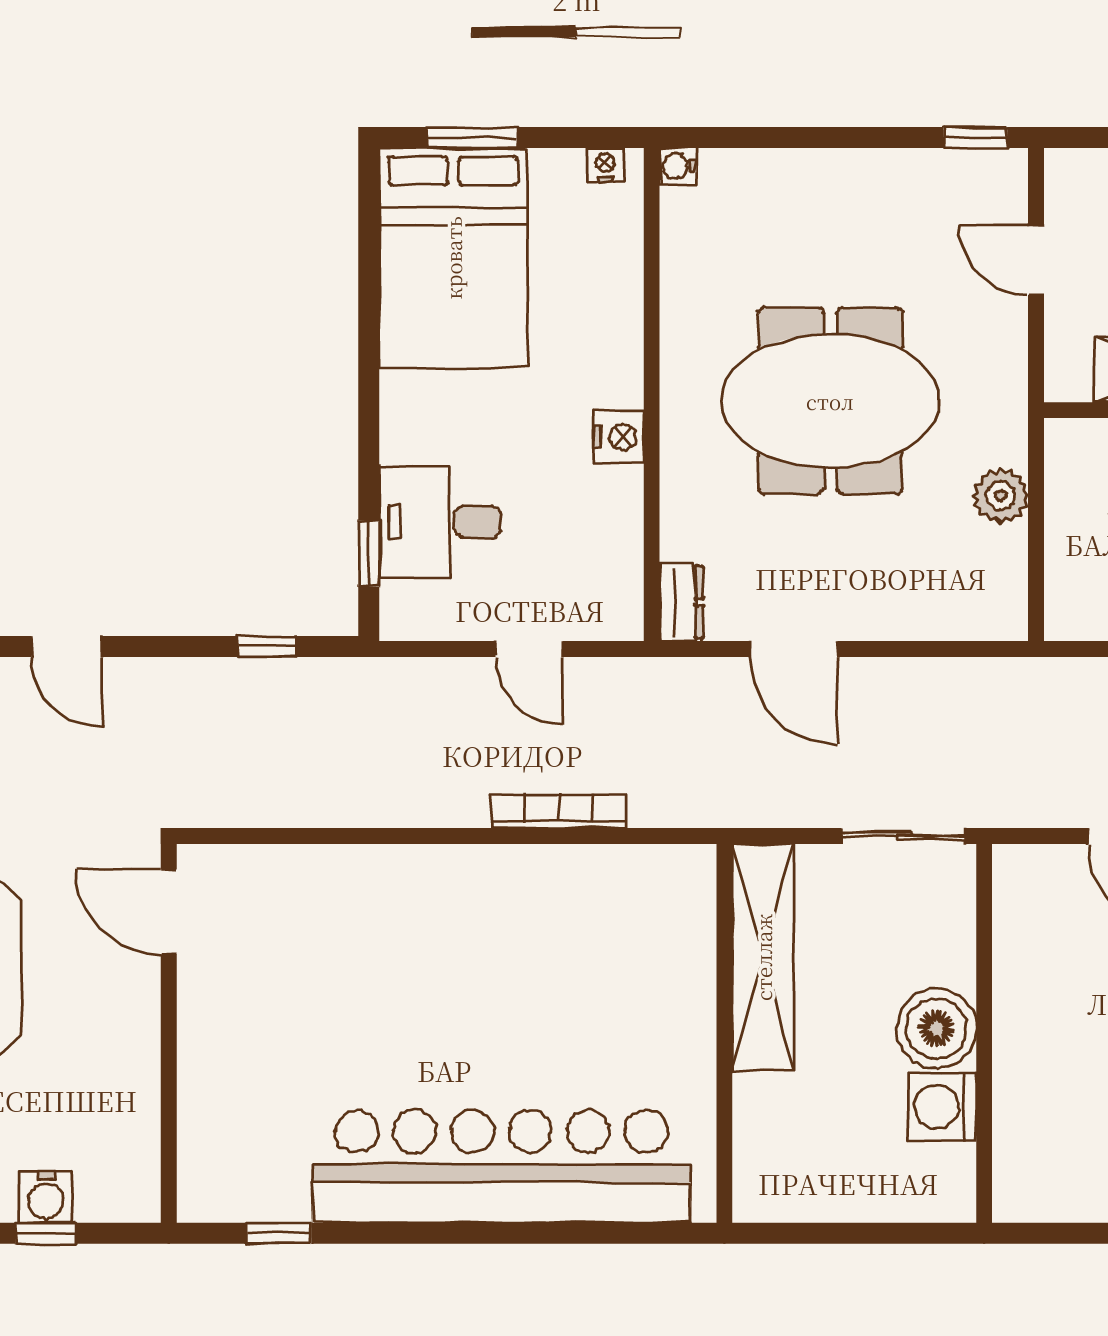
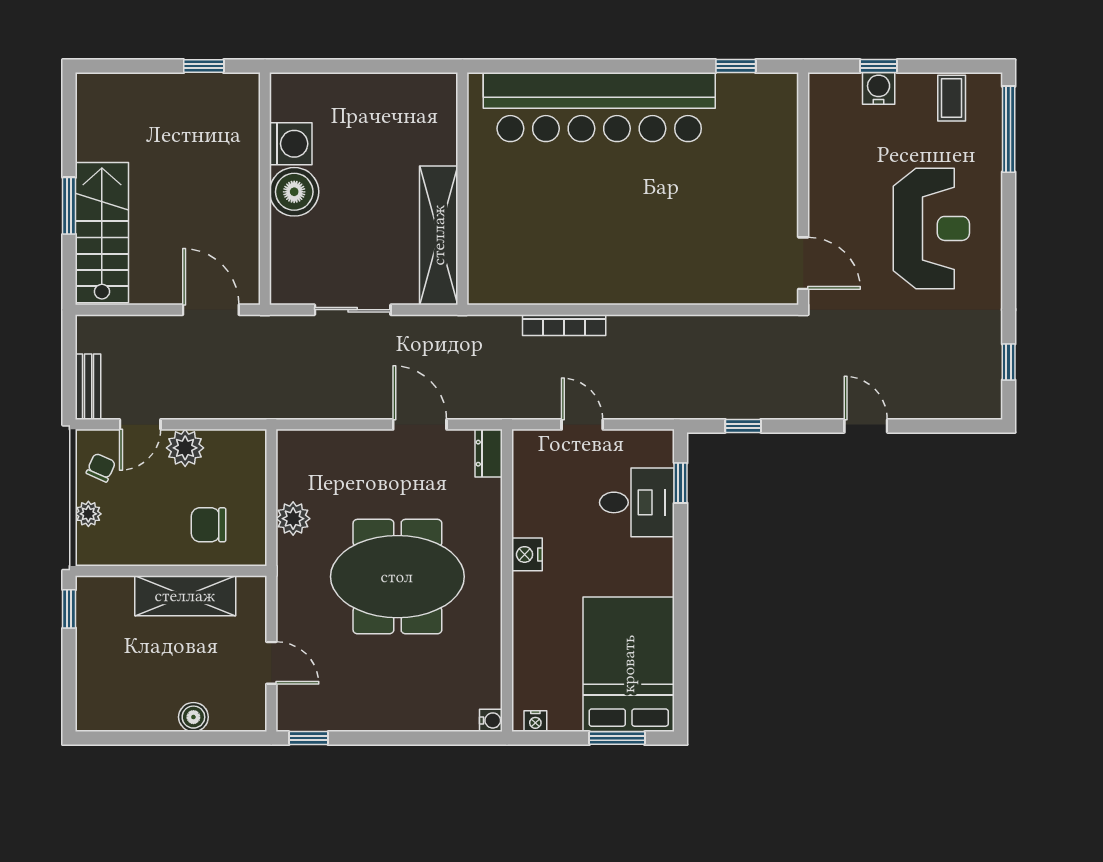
boiler: (936, 1028) -> (294, 192), moved
wall: (984, 1033) -> (265, 189), moved
washing machine: (942, 1107) -> (291, 144), moved

